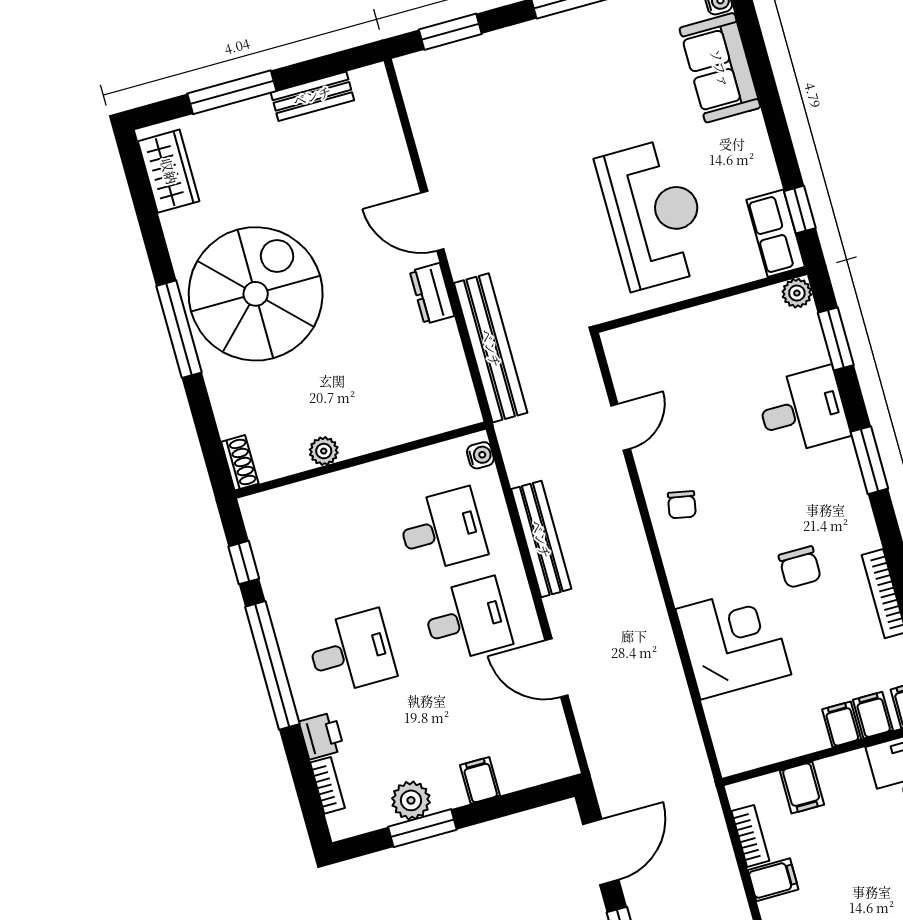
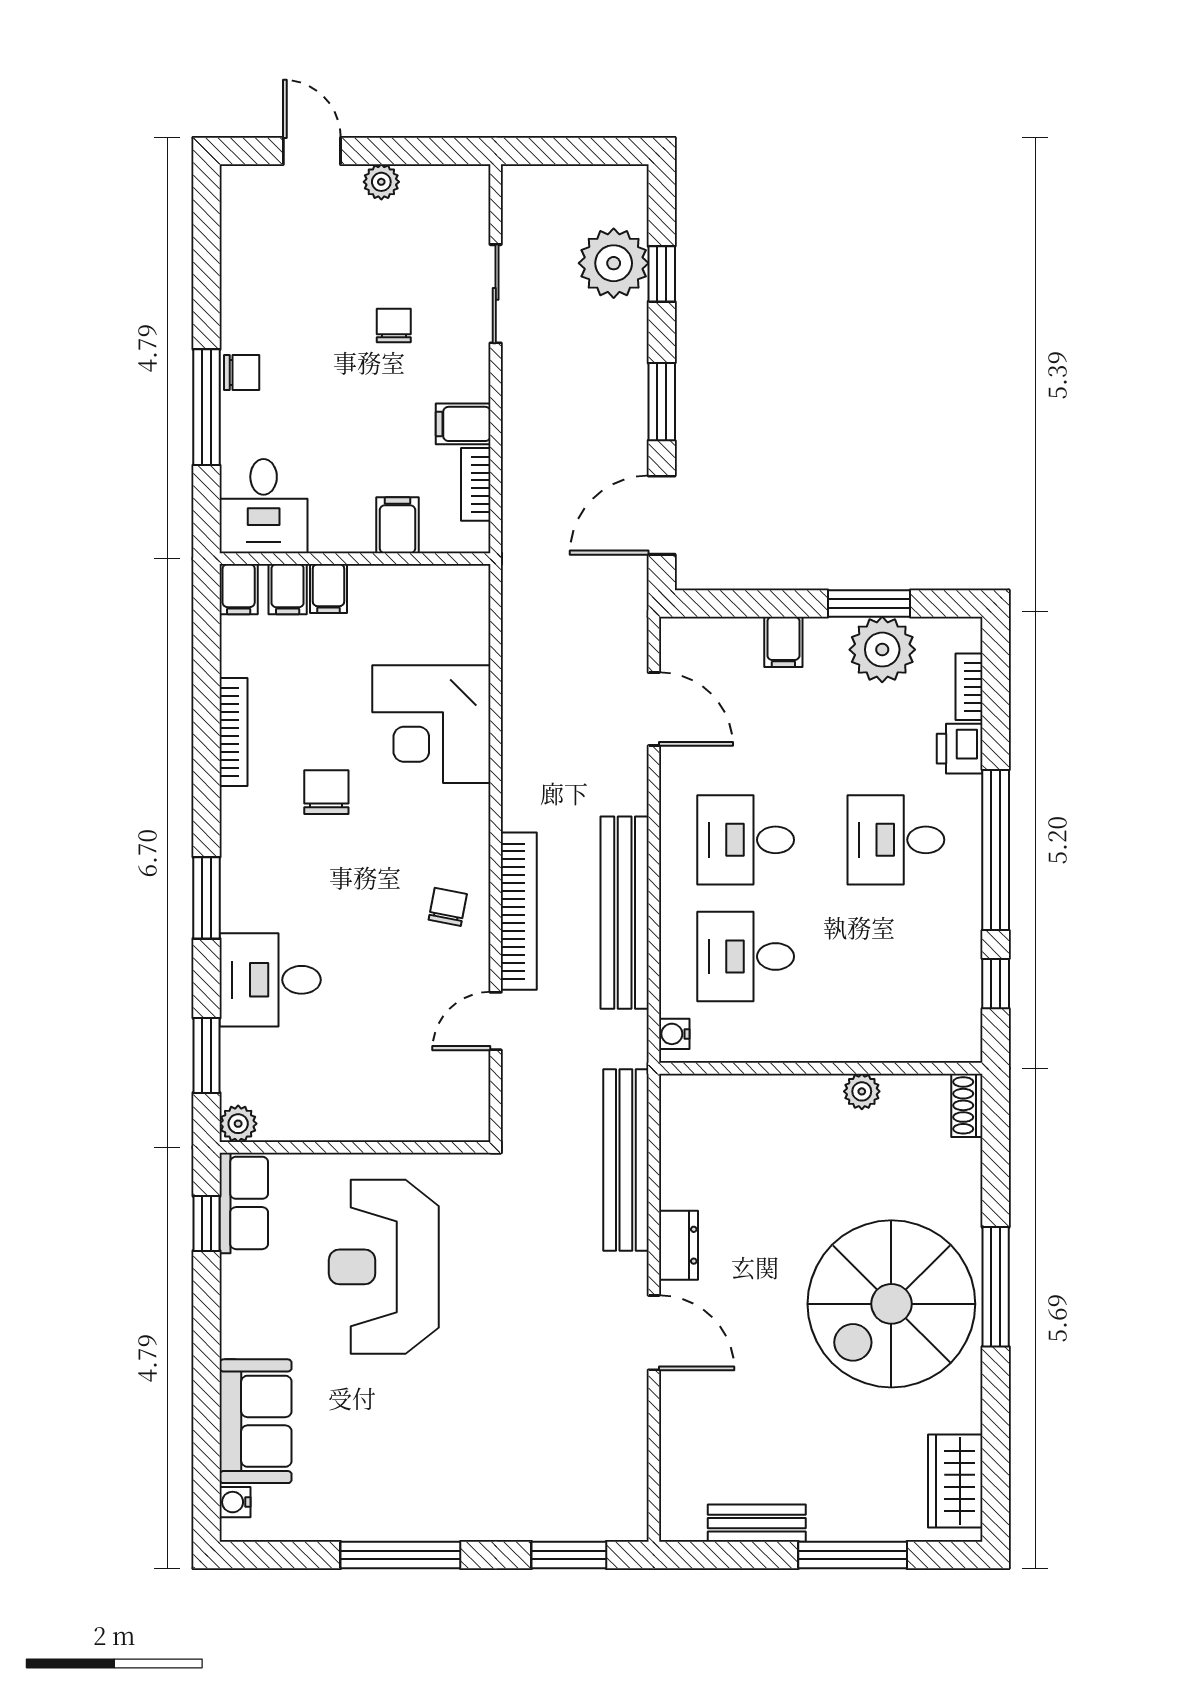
bookcase: (626, 517) -> (519, 911), added
bench: (541, 539) -> (625, 913), width x1.37, depth x1.21
door: (556, 668) -> (654, 709), moved
plant: (411, 800) -> (882, 650), width x1.36, depth x1.36

